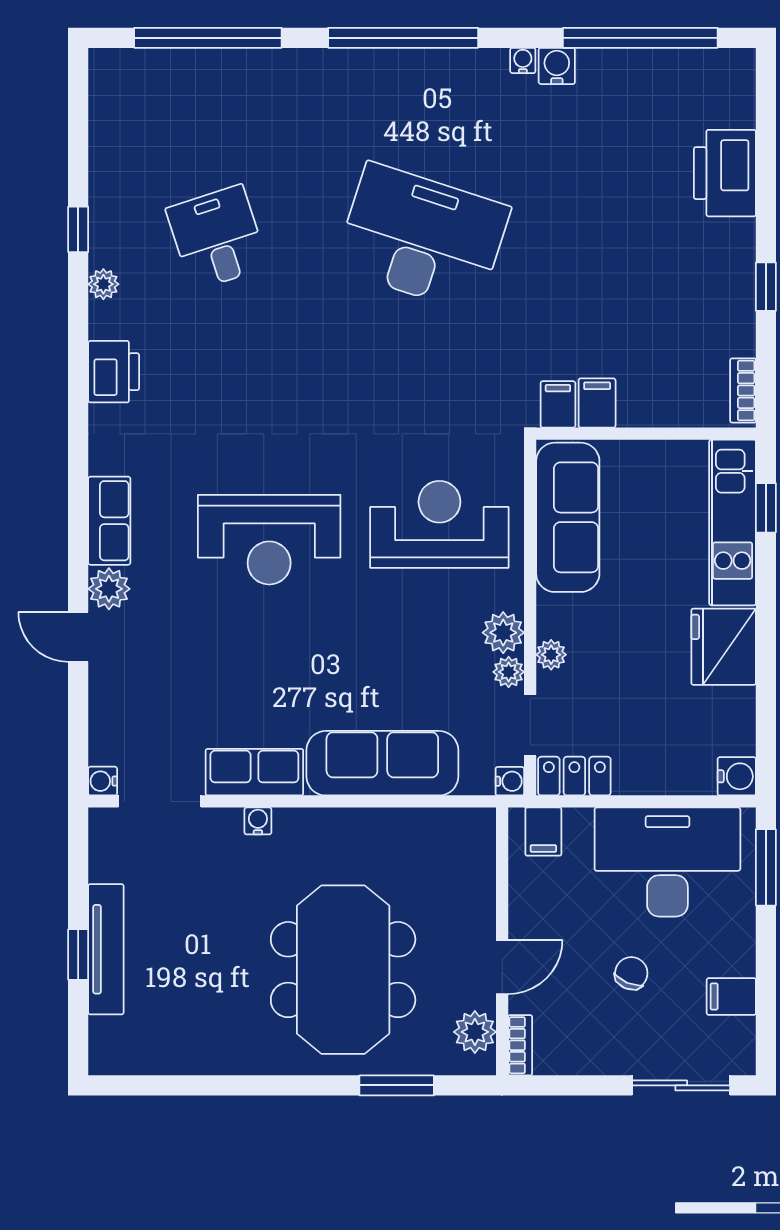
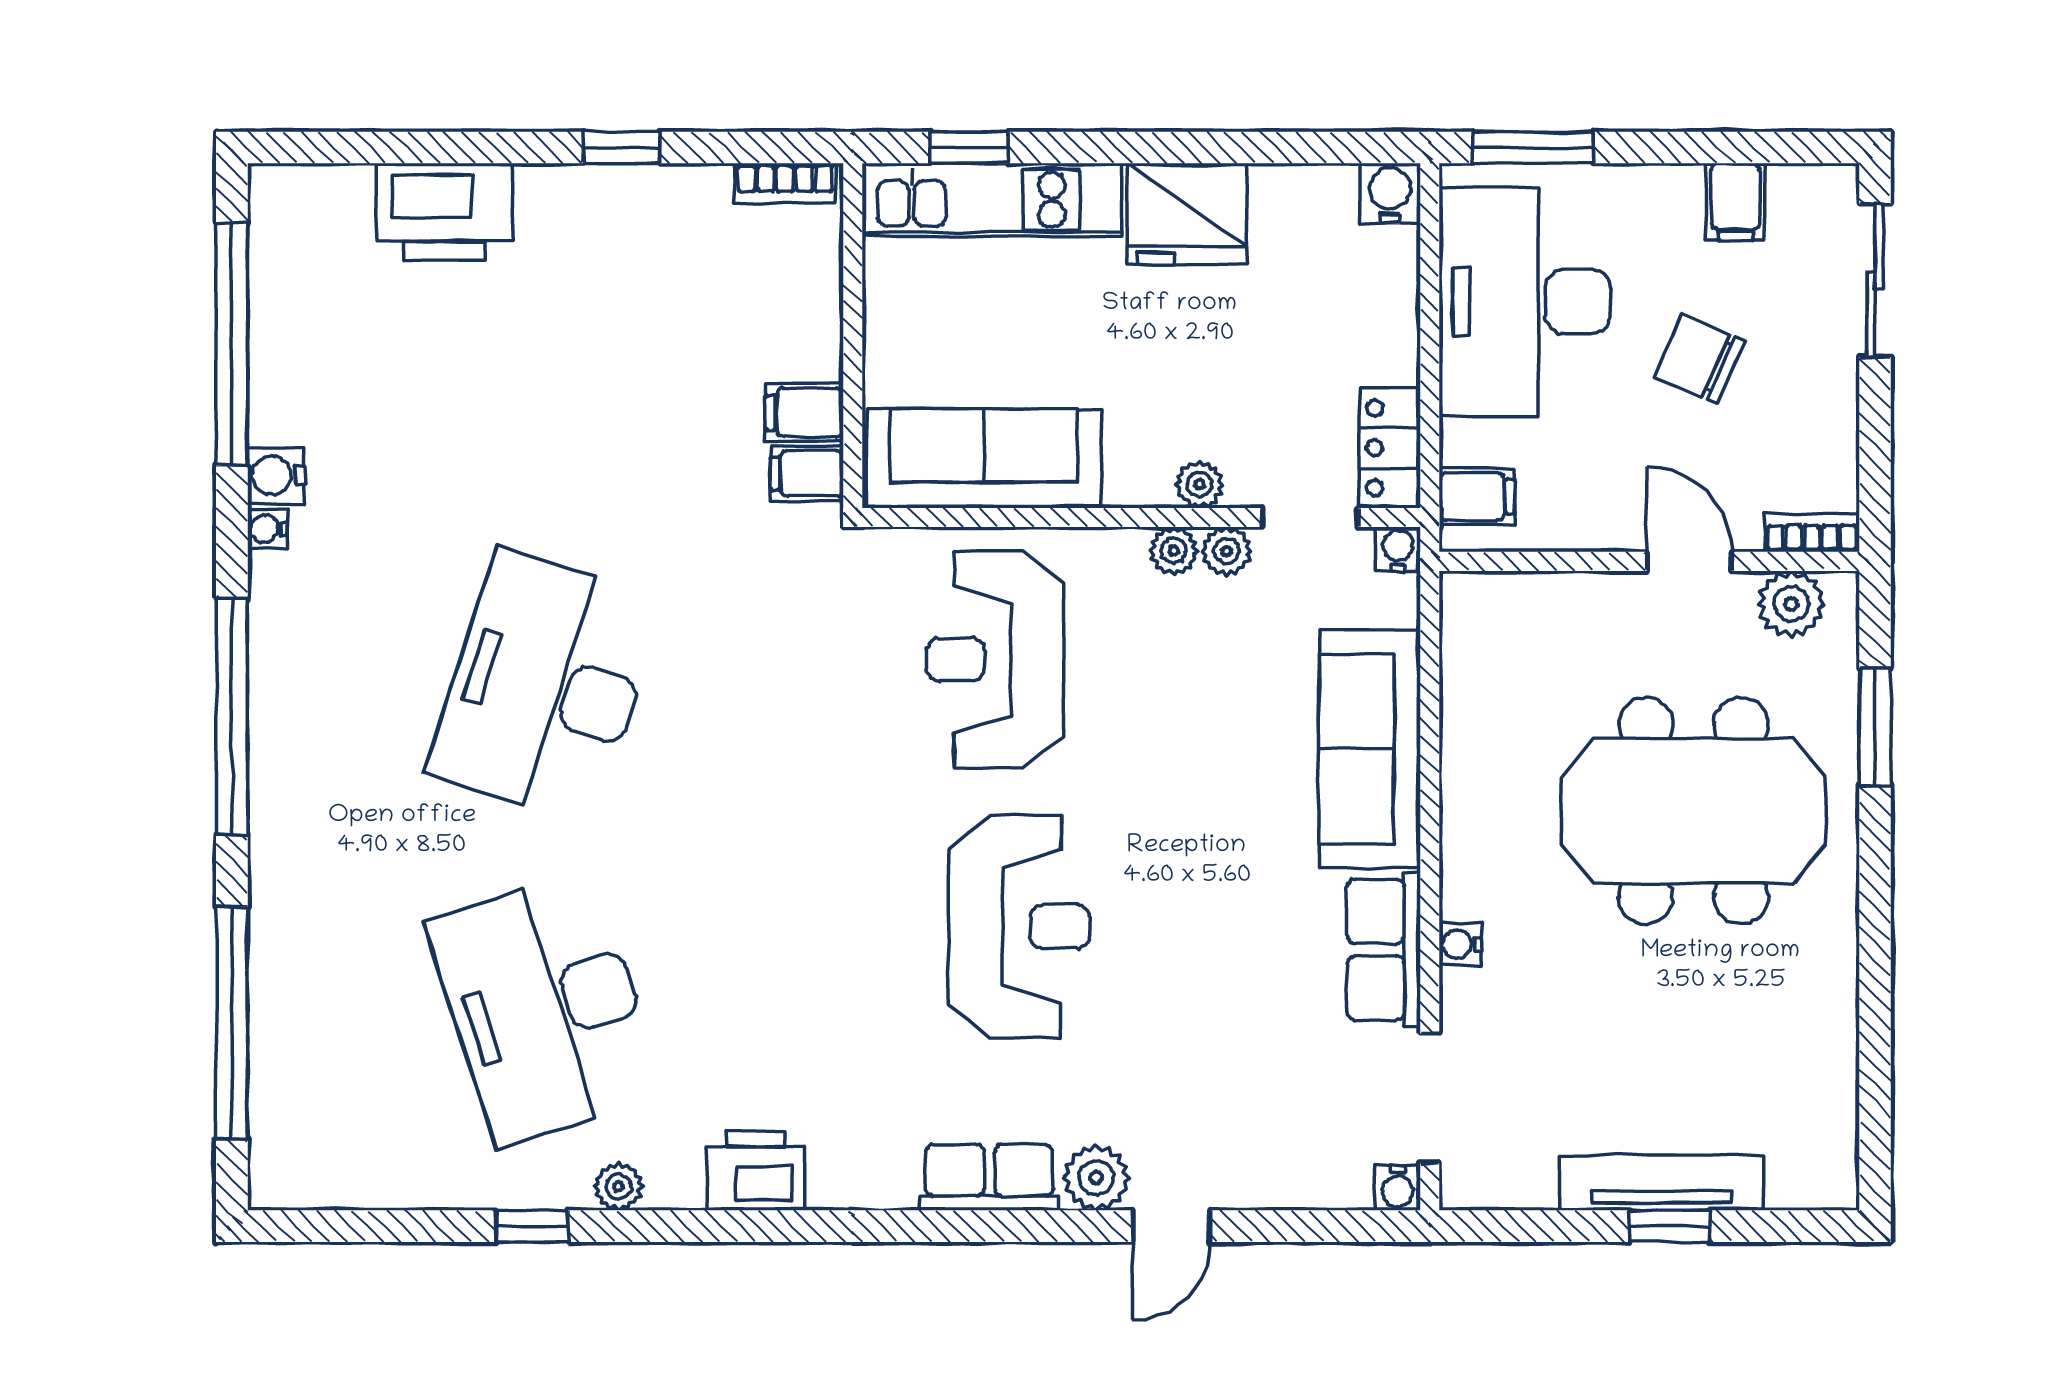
desk: (217, 238) -> (545, 1008), width x1.87, depth x1.30
plant: (503, 633) -> (1174, 551), width x0.73, depth x0.73
chair: (631, 973) -> (1699, 359), width x1.37, depth x1.37

